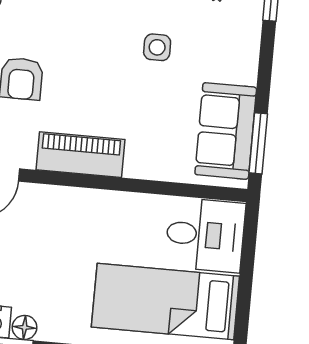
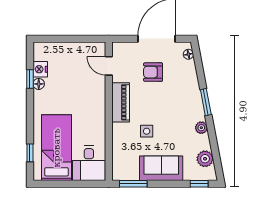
side table: (157, 47) -> (147, 131), moved
sofa: (226, 131) -> (161, 168), moved

